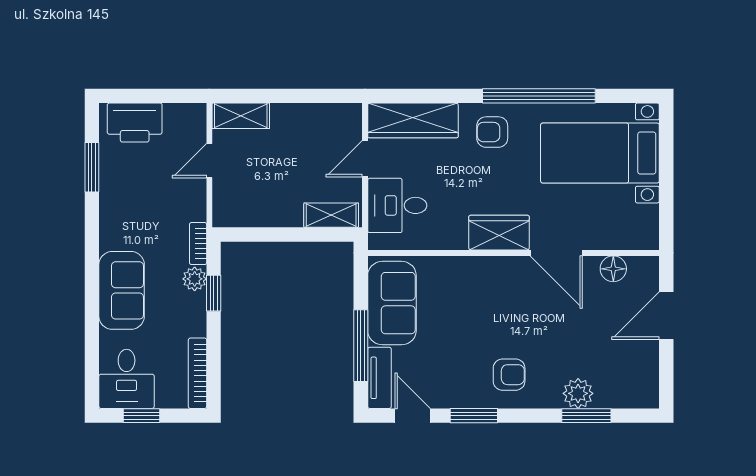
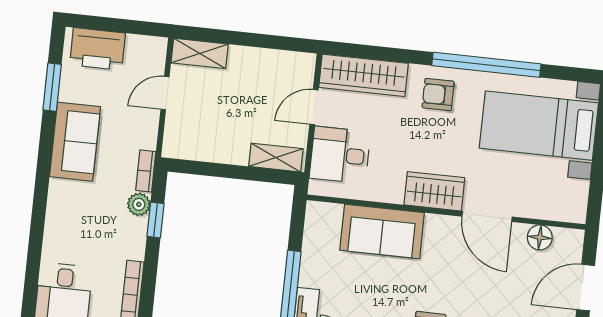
sofa: (122, 290) -> (75, 142), moved
sofa: (392, 303) -> (382, 231), moved, turned 90

